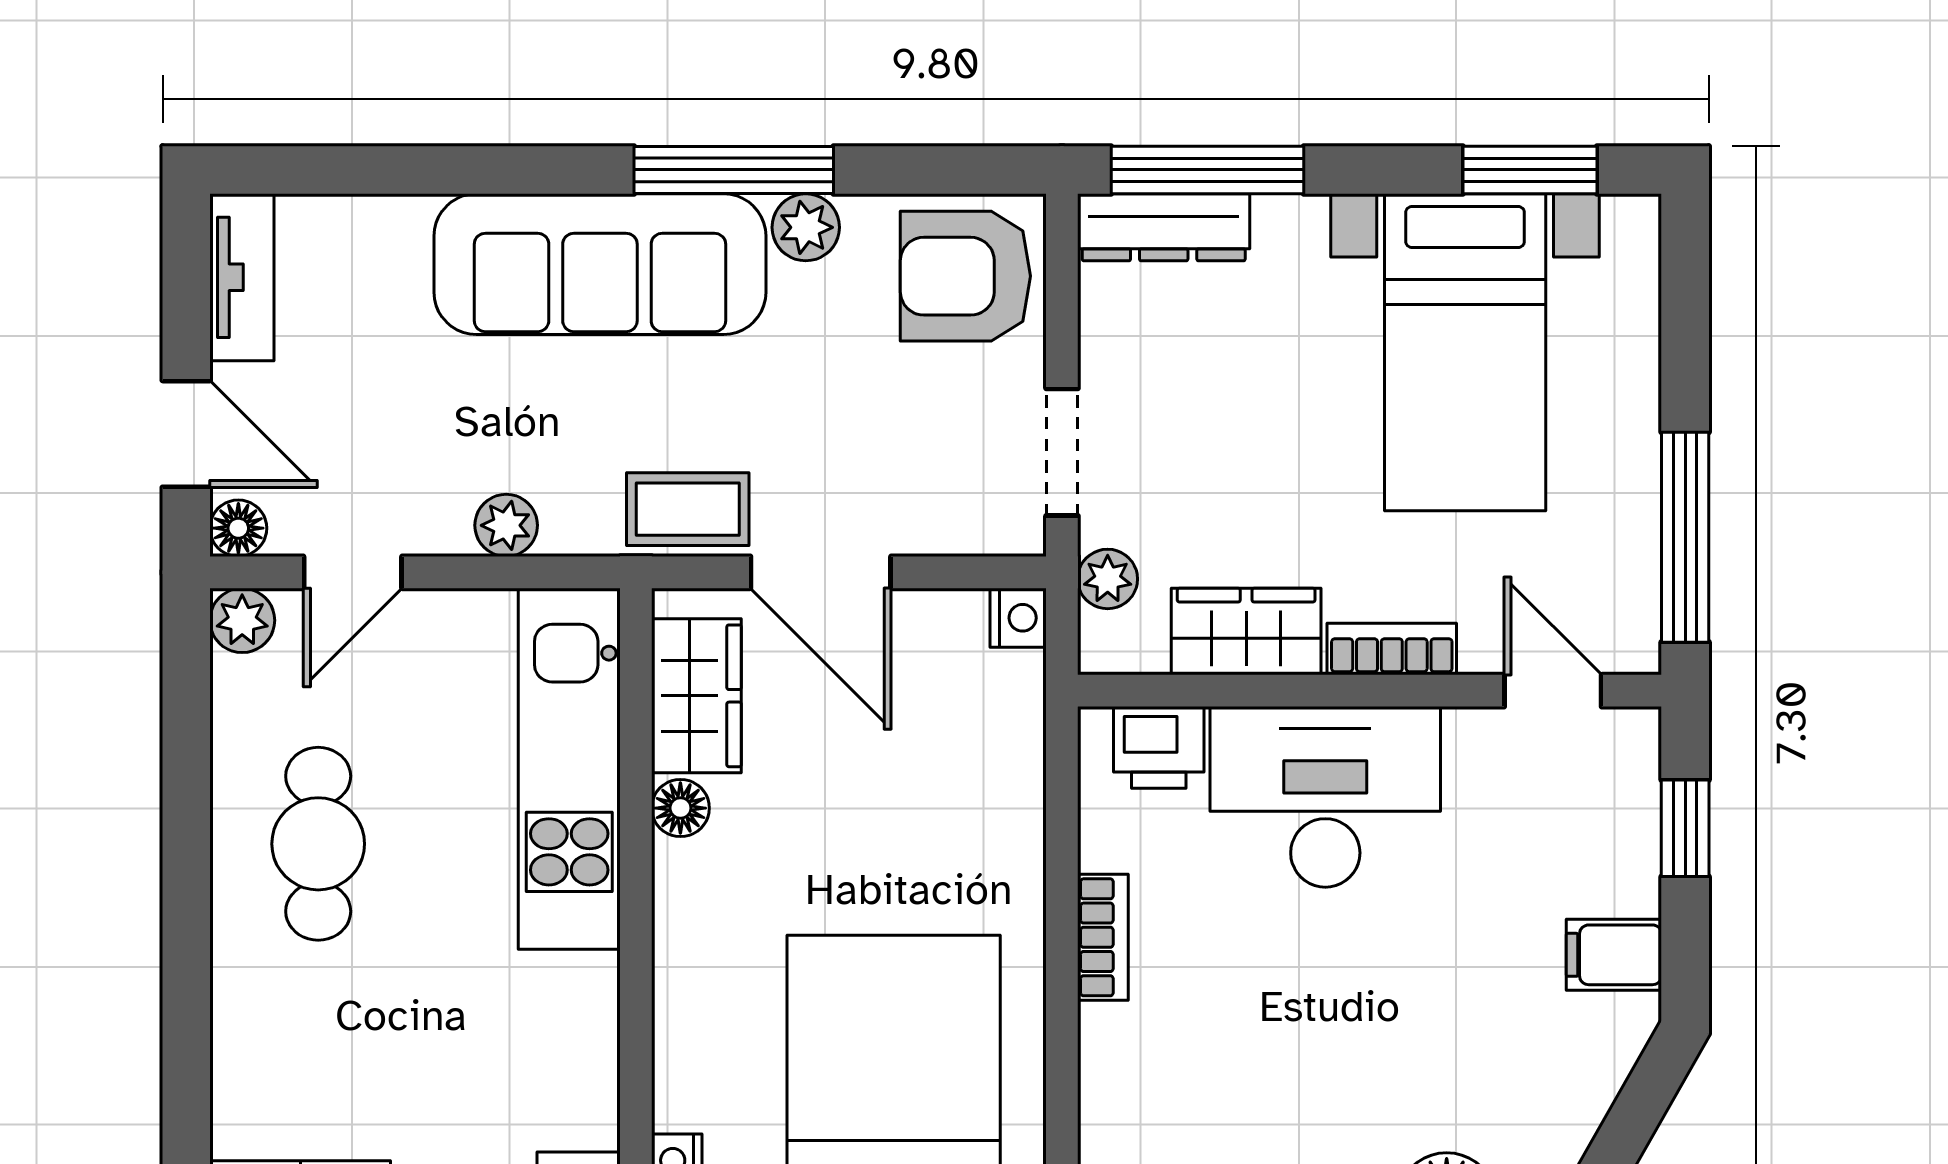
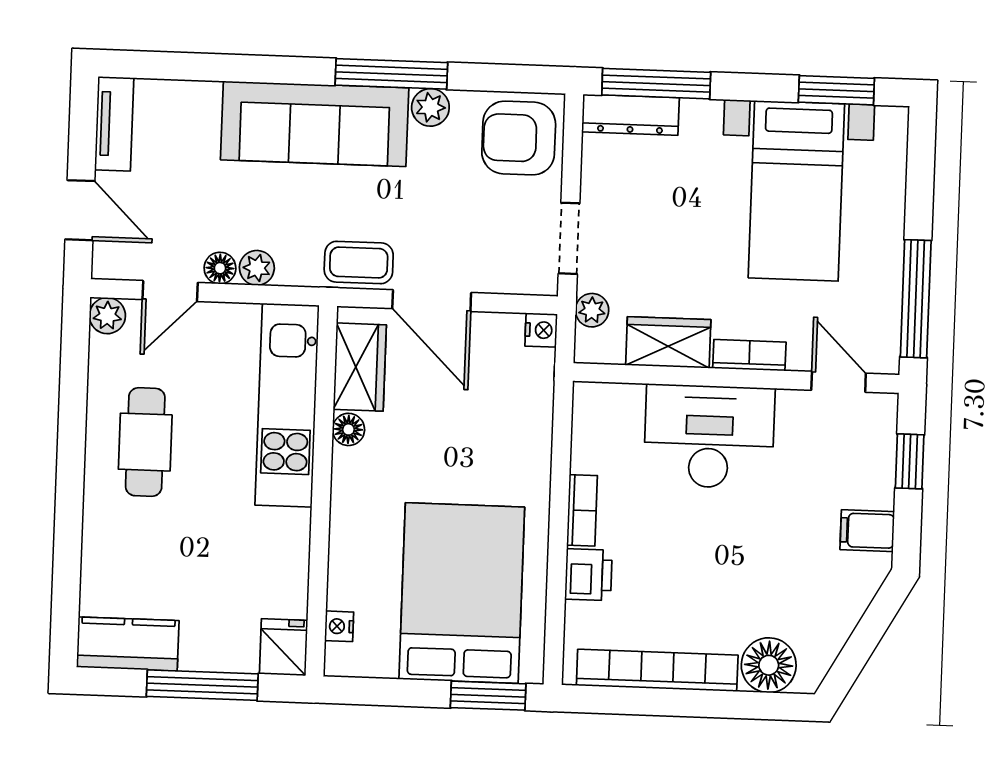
floor lamp: (238, 528) -> (220, 268), moved
printer: (1159, 747) -> (588, 575), moved, turned -90

